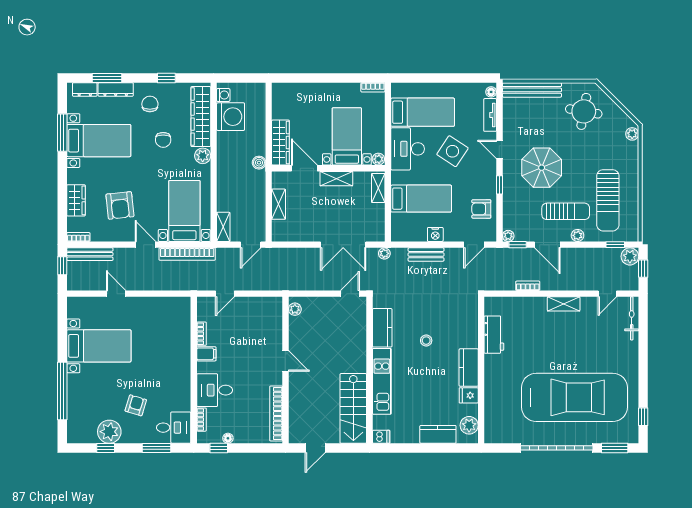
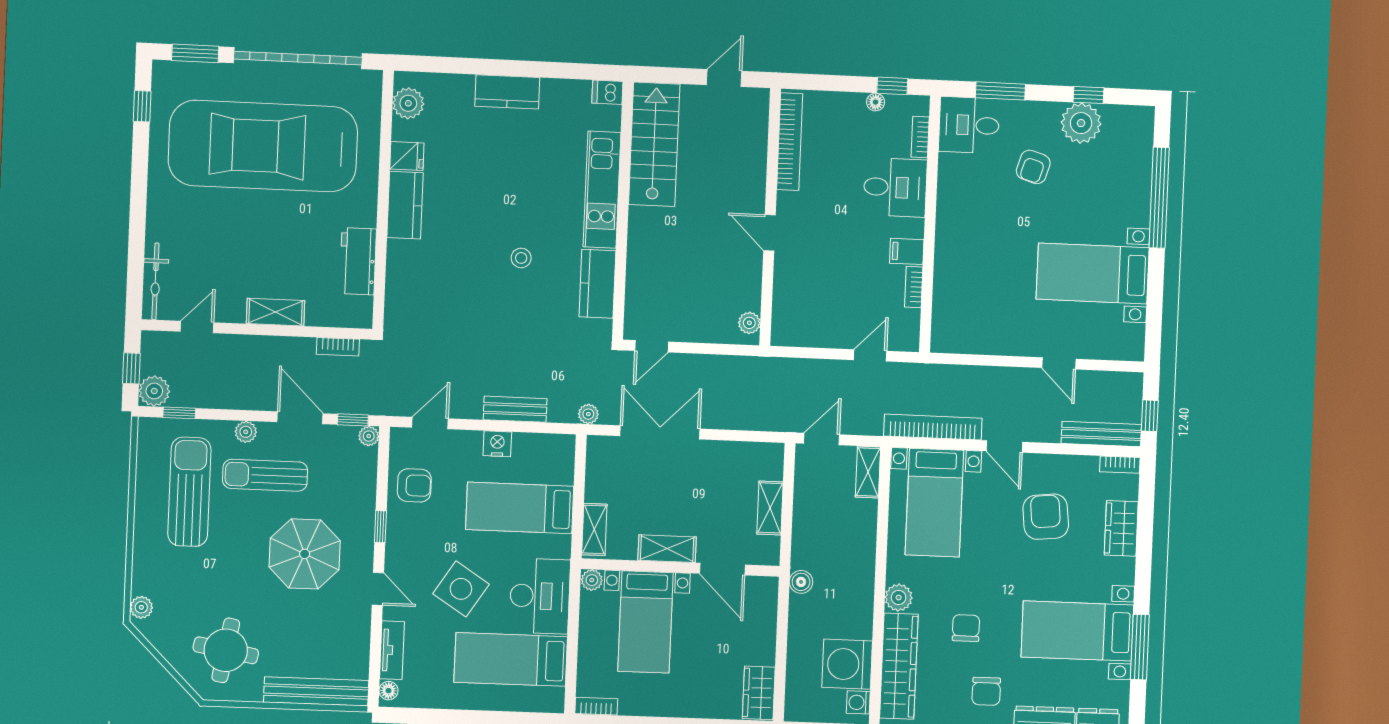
wardrobe: (280, 143) -> (759, 693), moved, width x0.67
workbench: (494, 335) -> (358, 261), moved
kitchen counter: (469, 368) -> (405, 205), moved
wall: (481, 370) -> (383, 200), moved
fridge: (469, 395) -> (407, 156), moved
plant: (469, 425) -> (408, 103), moved

